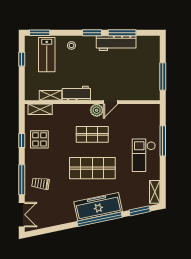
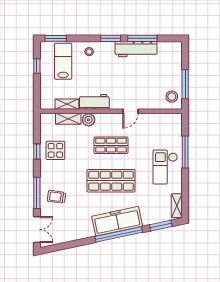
lab bench: (47, 55) -> (63, 61), turned 180
stool: (150, 88) -> (172, 97), added
shelving: (40, 109) -> (68, 119), moved
plant: (97, 110) -> (89, 120), moved

